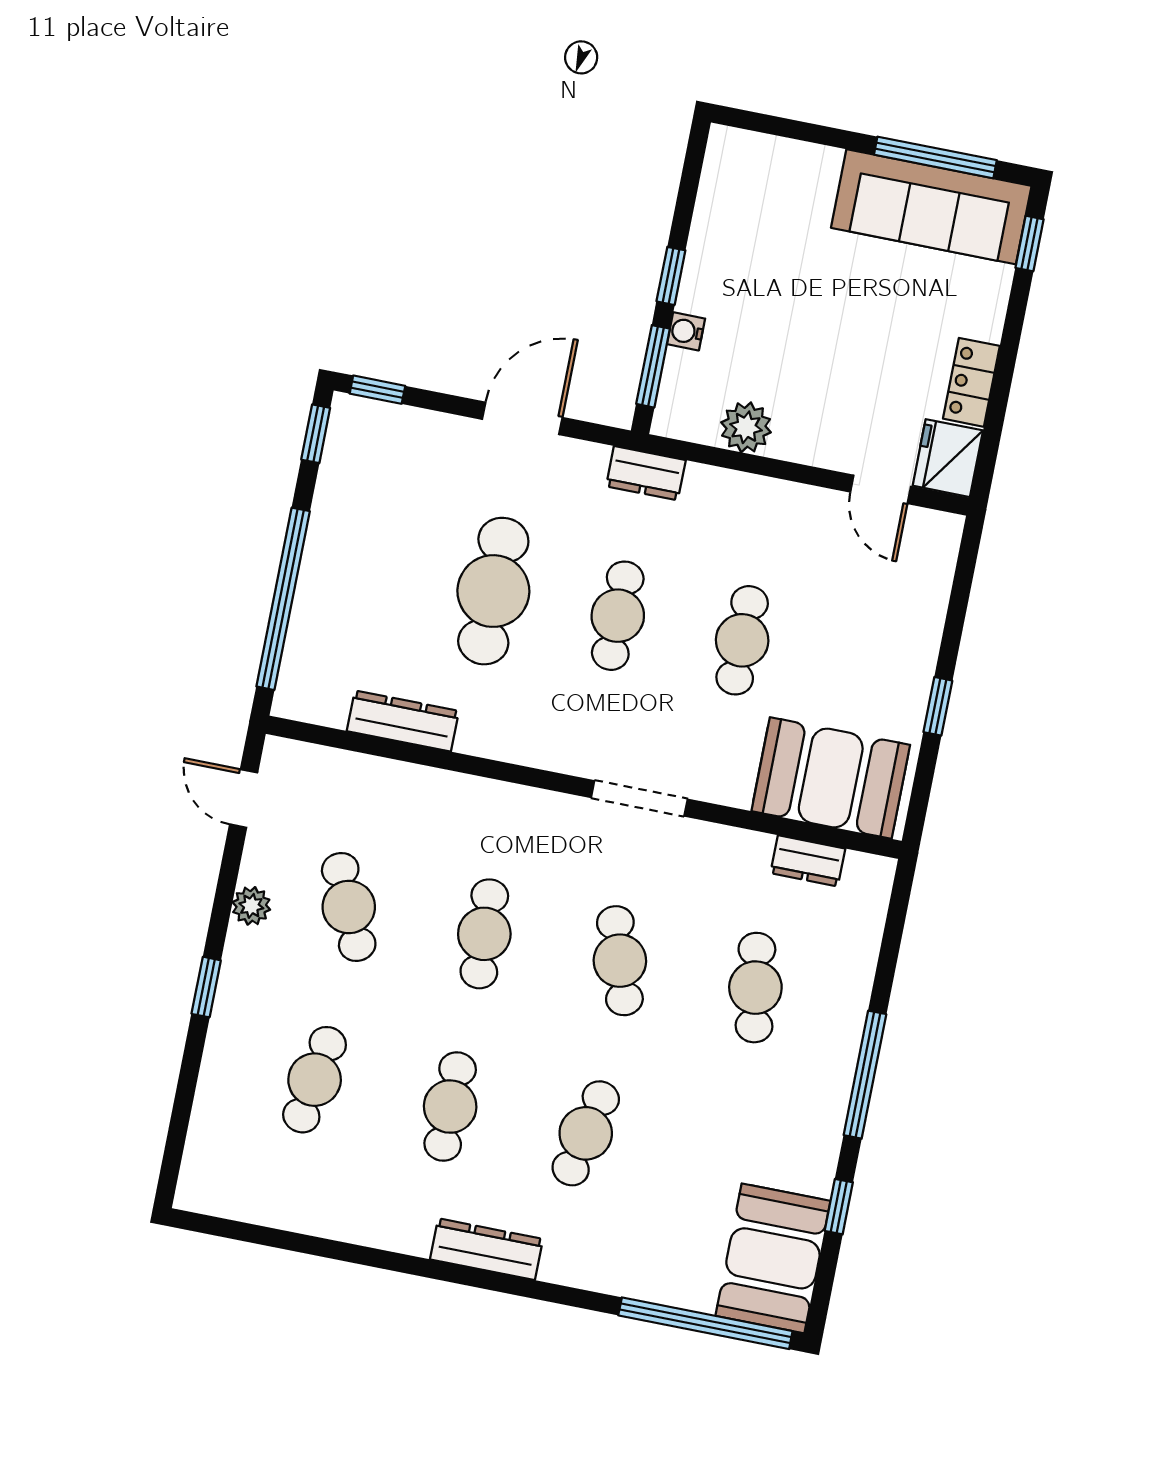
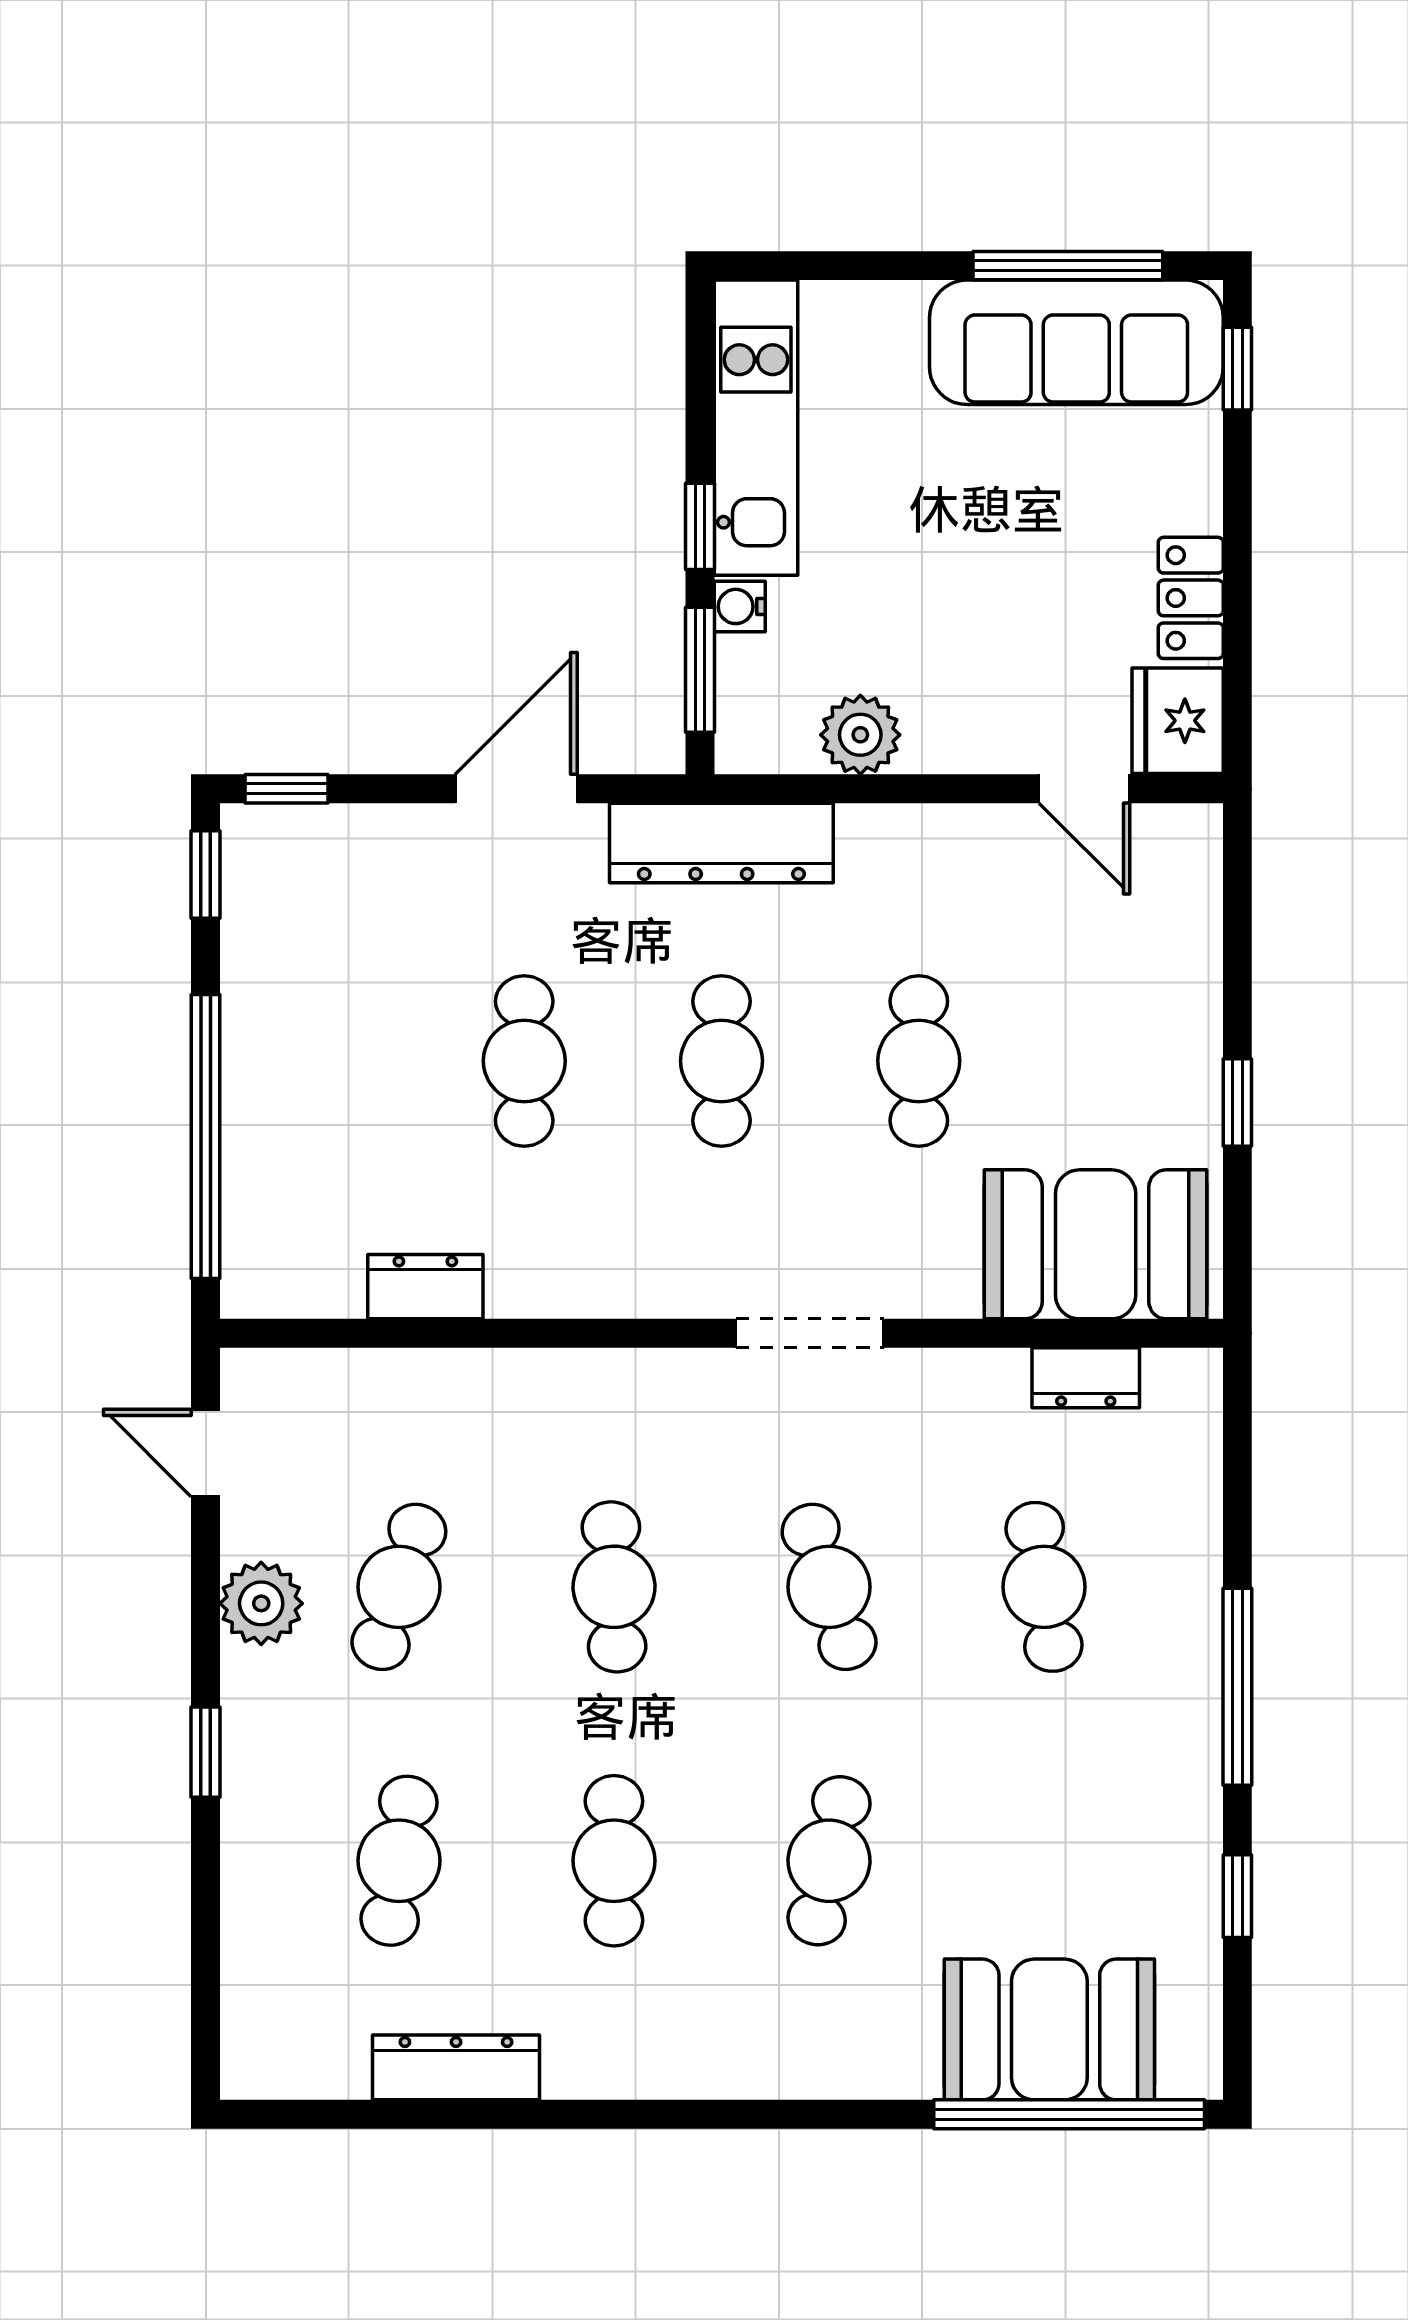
kitchen unit: (719, 221) -> (756, 428), added
dresser: (646, 473) -> (721, 843), width x1.96, depth x1.24
cafe table: (493, 591) -> (524, 1061), width x0.73, depth x0.74
dresser: (403, 721) -> (425, 1287), width x0.70
plant: (251, 906) -> (261, 1603), width x1.38, depth x1.38
cafe table: (349, 907) -> (399, 1587), turned 42
dresser: (487, 1249) -> (456, 2067), moved
booth: (773, 1258) -> (1049, 2029), moved, turned 90

